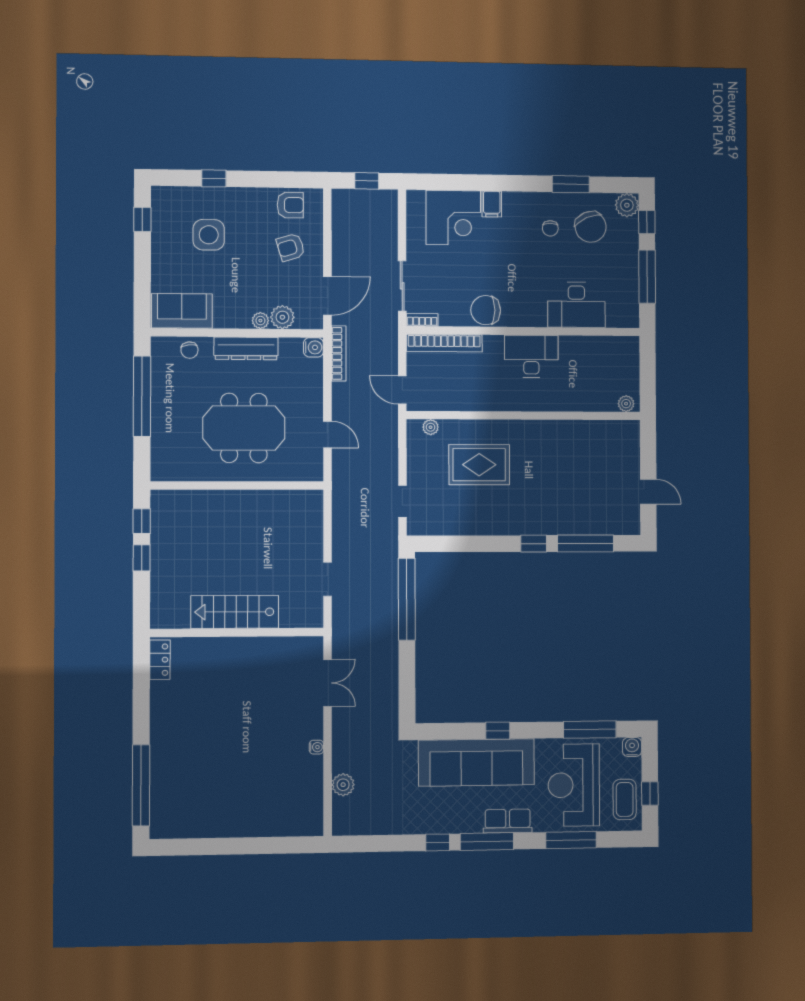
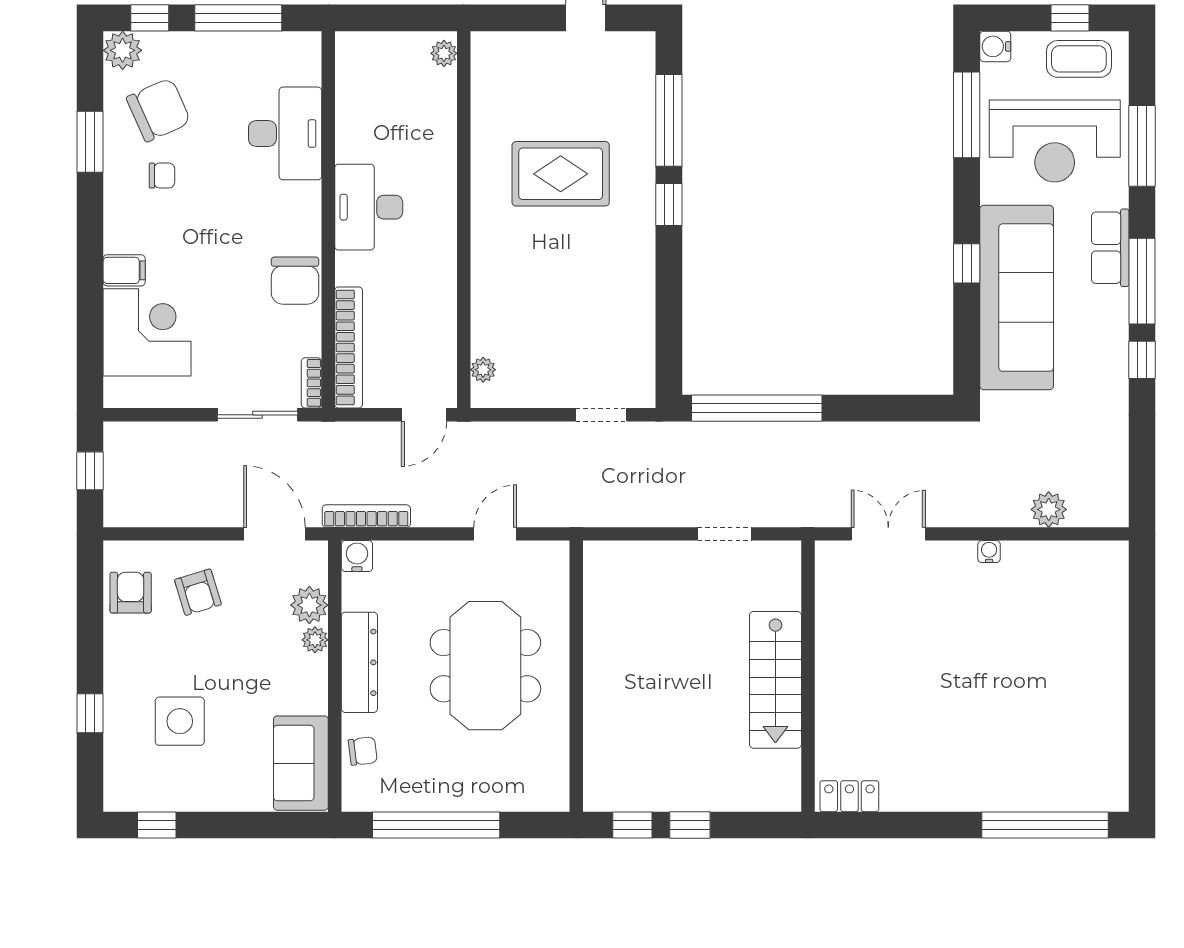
rug: (479, 465) -> (561, 174), moved, turned 90

